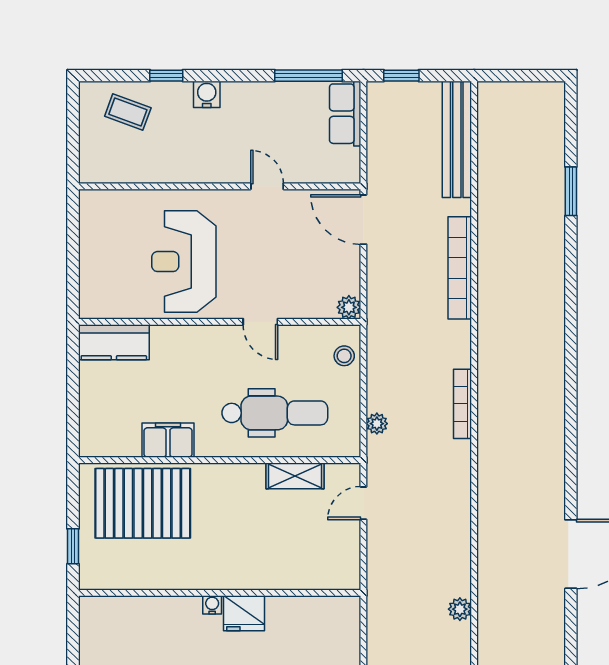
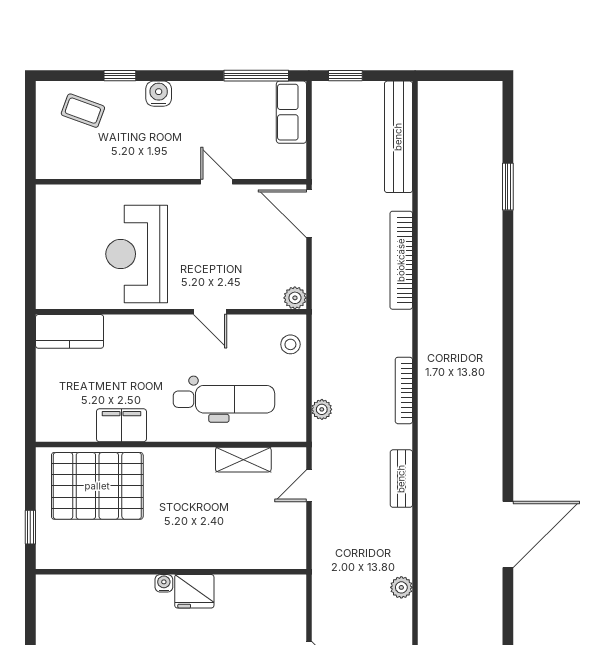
bench: (460, 496) -> (401, 479), added

